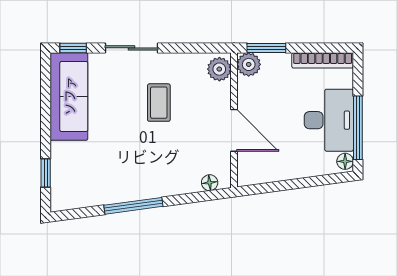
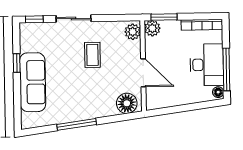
sofa: (69, 96) -> (33, 82), moved
window: (46, 173) -> (17, 63), moved
floor lamp: (210, 183) -> (127, 103), width x1.89, depth x1.89

